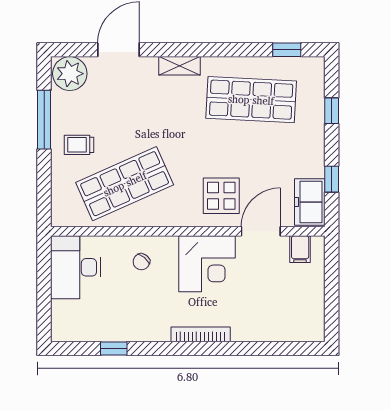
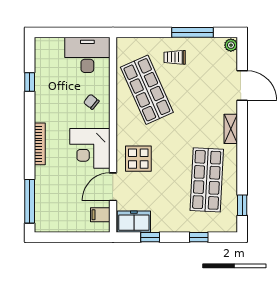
plant: (70, 74) -> (231, 45), width x0.53, depth x0.53
trolley: (79, 145) -> (175, 57), turned -90
door: (261, 231) -> (113, 187), swing flipped
window: (281, 349) -> (30, 201), added

